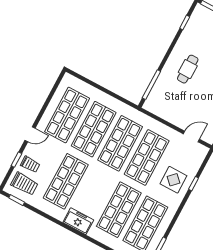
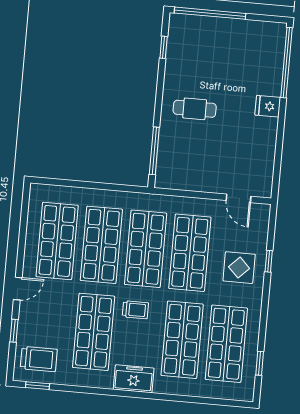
cafe table: (188, 69) -> (195, 109), turned 90
door: (191, 136) -> (239, 198), swing flipped
trolley: (30, 164) -> (135, 310), moved

